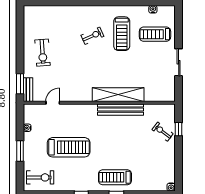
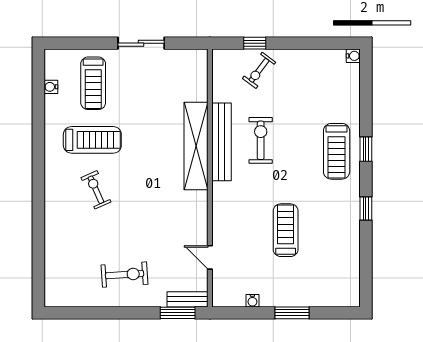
treadmill: (69, 147) -> (286, 230), width x0.73, depth x0.73
exercise bike: (40, 177) -> (261, 140), moved

